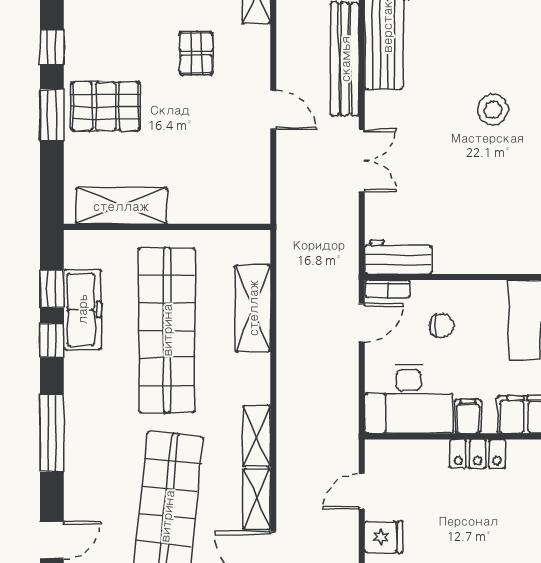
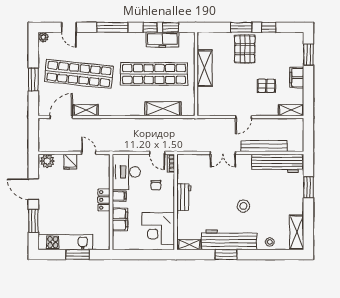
shelving: (121, 206) -> (205, 68), moved
workbench: (398, 257) -> (184, 197), moved
shelving: (257, 436) -> (111, 110), removed

